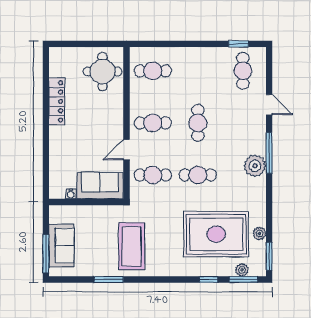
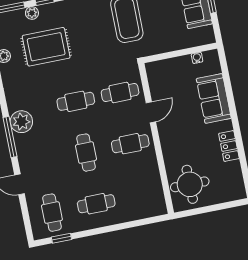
cafe table: (153, 71) -> (96, 204), moved
locker: (57, 101) -> (229, 146), width x0.66
sofa: (100, 186) -> (214, 98), moved, turned 90
rug: (216, 234) -> (46, 47), width x0.73, depth x0.69
plant: (242, 270) -> (32, 13), moved

